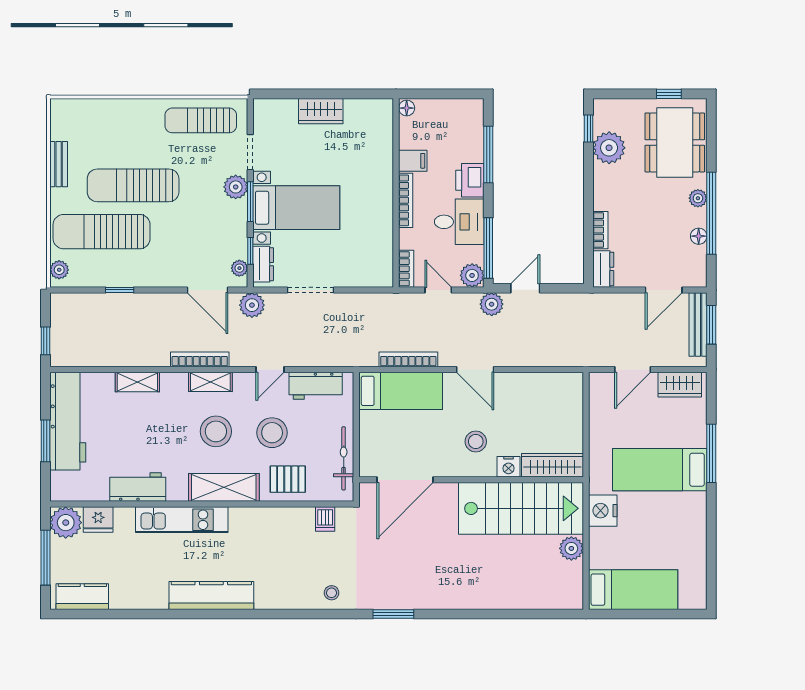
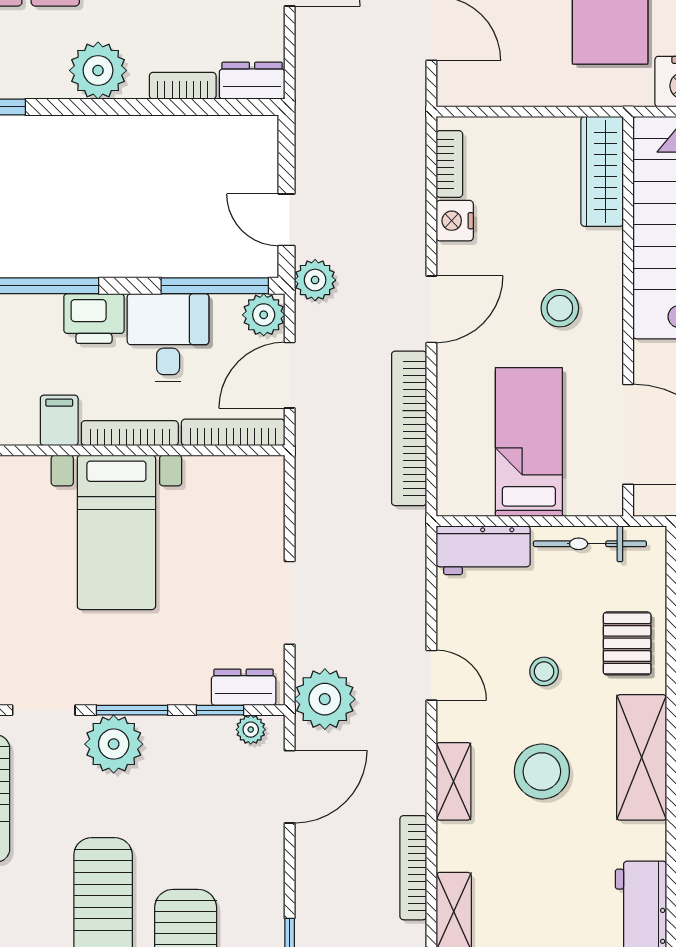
plant: (609, 148) -> (98, 70), moved
plant: (236, 187) -> (114, 744), width x1.36, depth x1.36
bed with nightstands: (296, 208) -> (116, 532), moved, turned 180
bookcase: (406, 269) -> (233, 432), width x1.56
door: (438, 290) -> (290, 375), width x1.38
plant: (252, 305) -> (325, 699), width x1.36, depth x1.36
bookcase: (200, 359) -> (413, 868), moved
bookcase: (408, 359) -> (409, 428), width x1.48, depth x1.31
bookcase: (557, 380) -> (449, 164), added
workbench: (316, 386) -> (483, 550), moved, turned 90
bed: (401, 391) -> (529, 442), moved
stool: (272, 433) -> (544, 671), width x0.53, depth x0.53
nightstand: (509, 467) -> (455, 221), moved, turned 180

